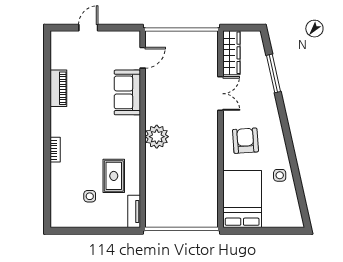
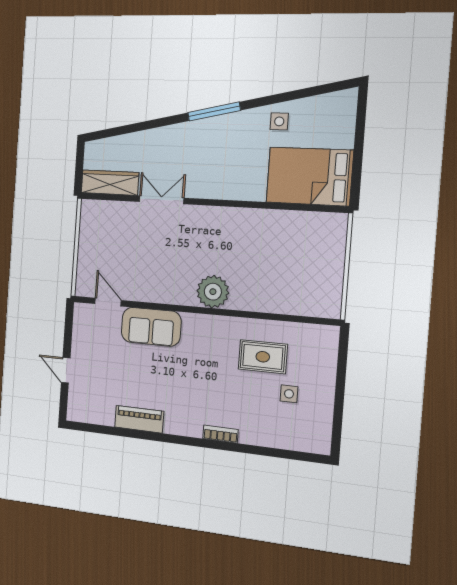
window: (273, 73) -> (214, 111), moved
armchair: (245, 141) -> (227, 168), removed
tv unit: (134, 211) -> (316, 333), removed

